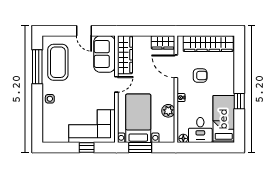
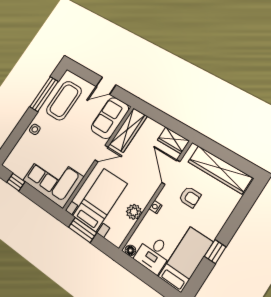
door: (84, 31) -> (106, 86), hinge flipped
window: (87, 148) -> (16, 182), moved

